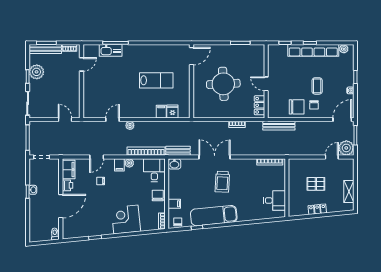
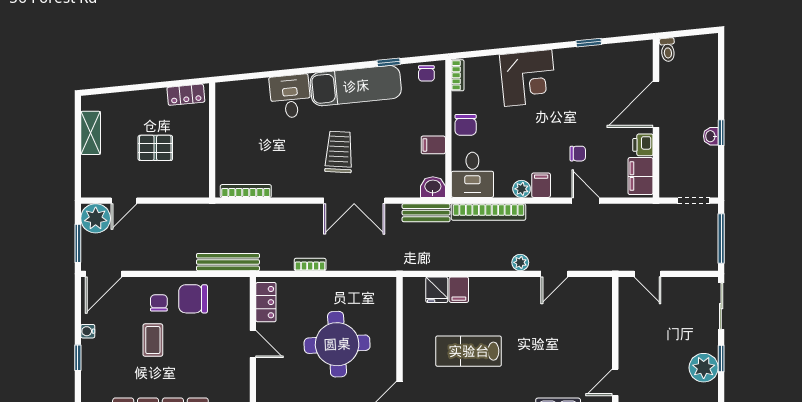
door: (97, 157) -> (586, 201), hinge flipped
desk: (275, 200) -> (290, 96), moved, turned 84
filing cabinet: (174, 204) -> (433, 145), moved
locker: (317, 209) -> (186, 95), moved

